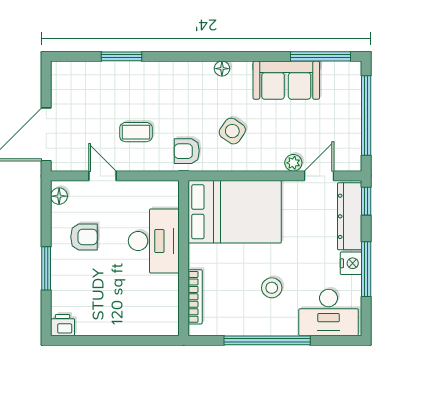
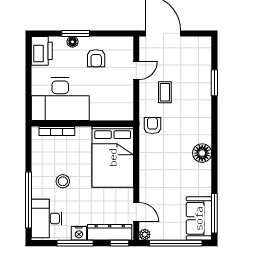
floor lamp: (222, 69) -> (202, 153), width x1.89, depth x1.89
sofa: (286, 80) -> (199, 218), moved
side table: (232, 131) -> (166, 155), removed
plant: (293, 163) -> (145, 235), moved
floor lamp: (59, 196) -> (72, 42), moved
desk: (154, 241) -> (60, 99), moved, width x1.36, depth x1.30
printer: (63, 325) -> (42, 51), width x1.87, depth x1.48
window: (267, 340) -> (28, 200), moved

